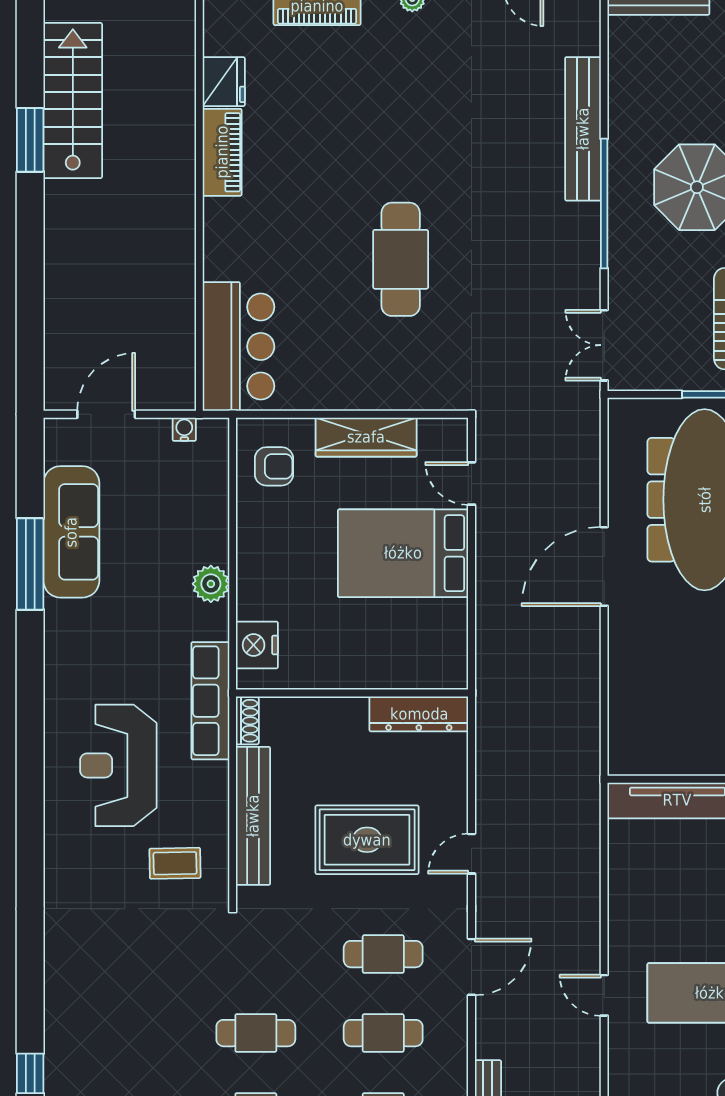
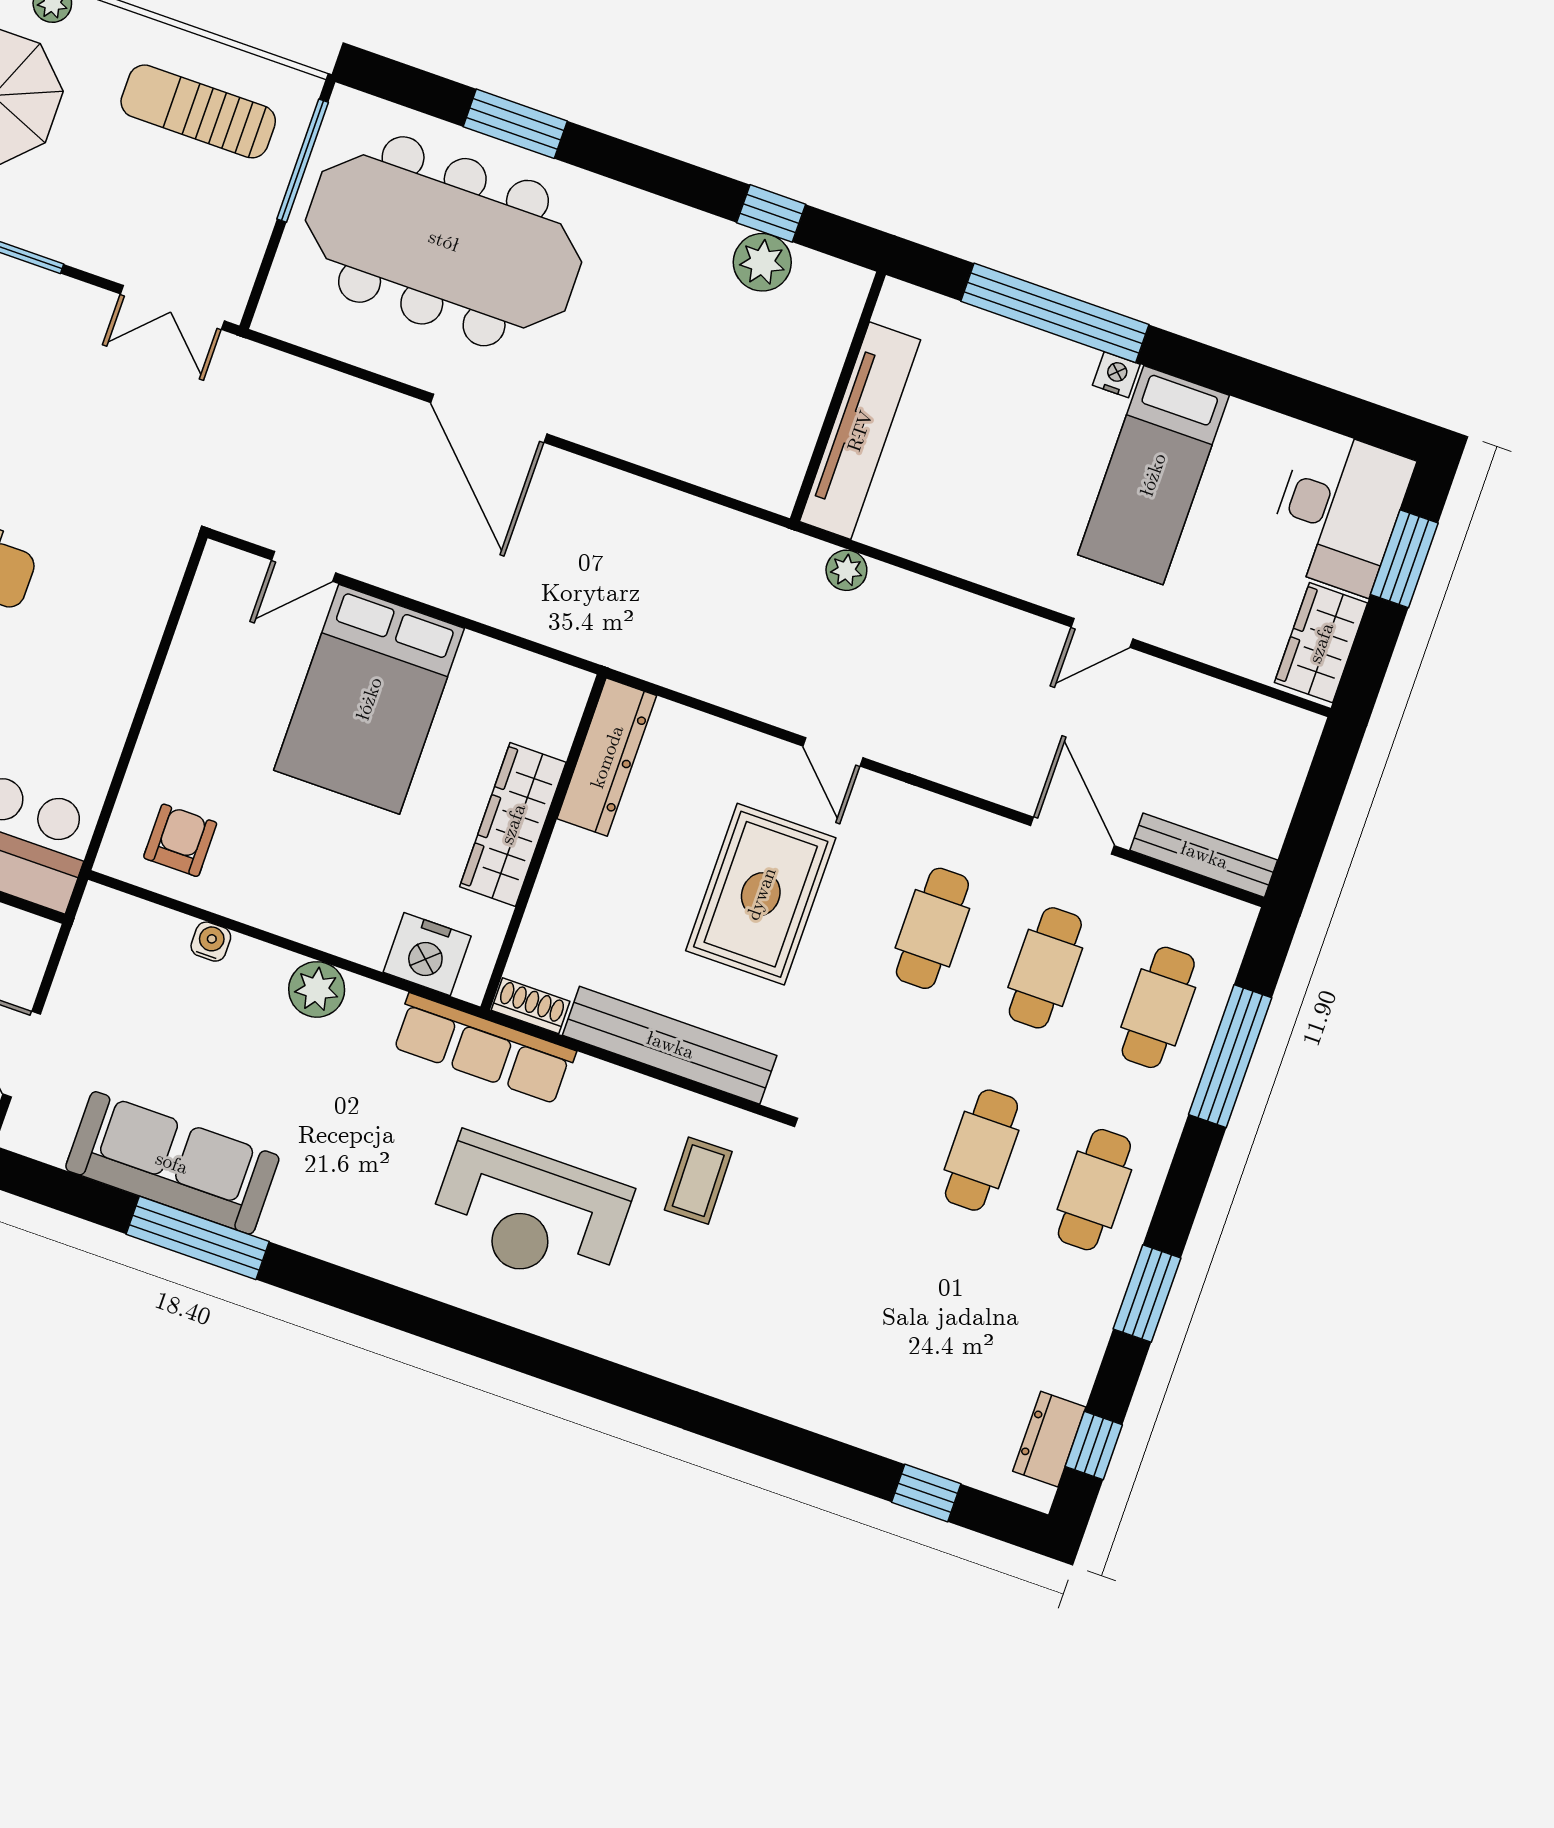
water cooler: (184, 429) -> (211, 942), moved, turned 90
wardrobe: (366, 437) -> (513, 824), moved, turned 180
plant: (587, 822) -> (846, 570), added
door: (471, 967) -> (1072, 836), moved

